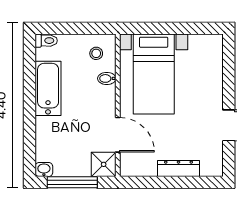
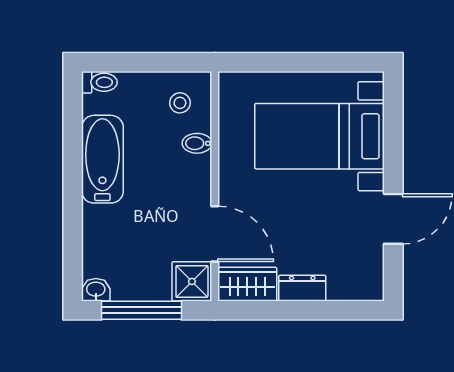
bed with nightstands: (154, 74) -> (319, 136), moved, turned 90
wardrobe: (138, 166) -> (247, 284), added
dresser: (179, 168) -> (302, 288), width x0.70

